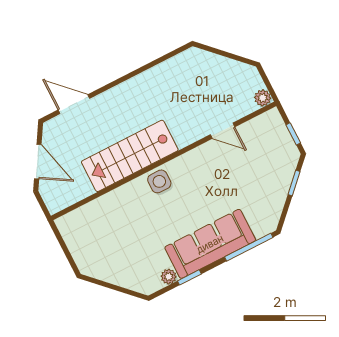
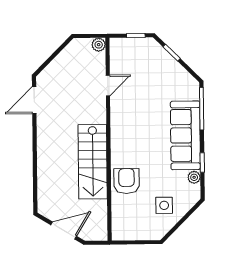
door: (74, 104) -> (34, 100), moved
side table: (159, 181) -> (164, 205), moved
armchair: (127, 204) -> (126, 181), added

